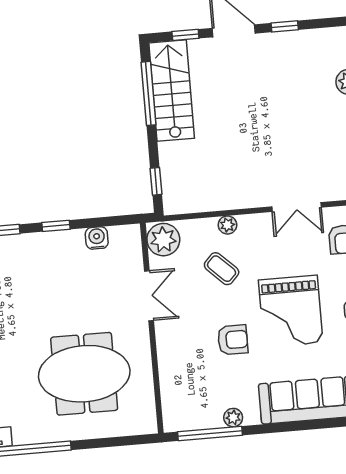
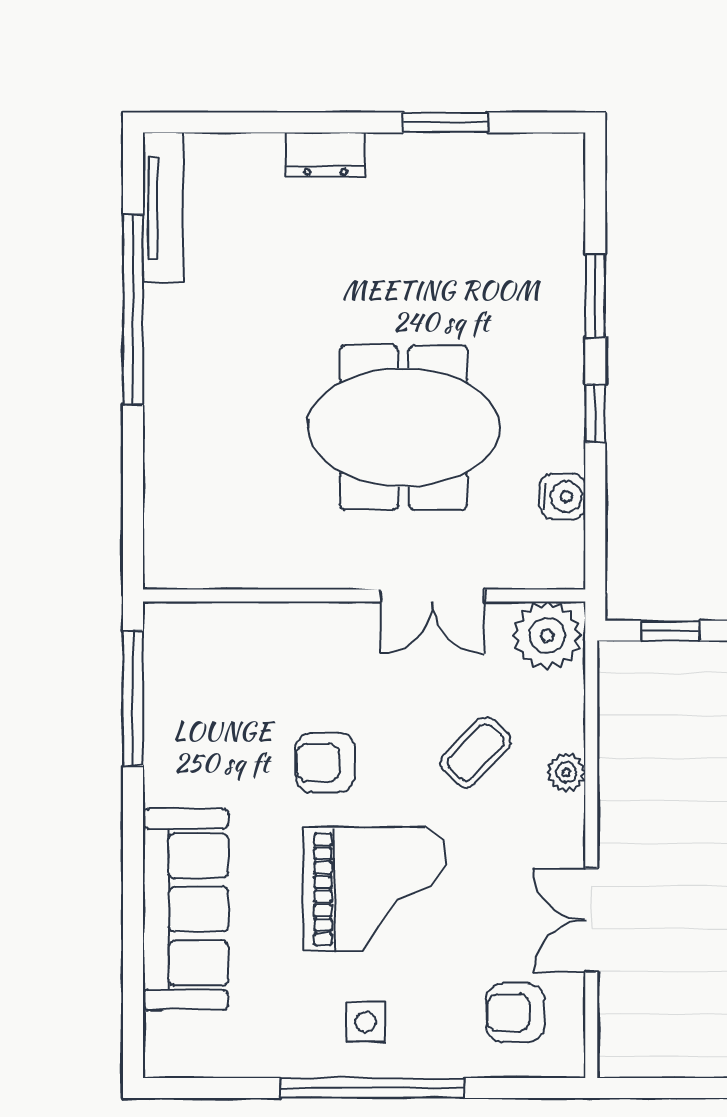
grand piano: (291, 311) -> (374, 889), turned 180
armchair: (233, 340) -> (325, 763), turned 90
meeting table: (84, 374) -> (403, 427), moved, turned 90
plant: (233, 418) -> (162, 750), removed

